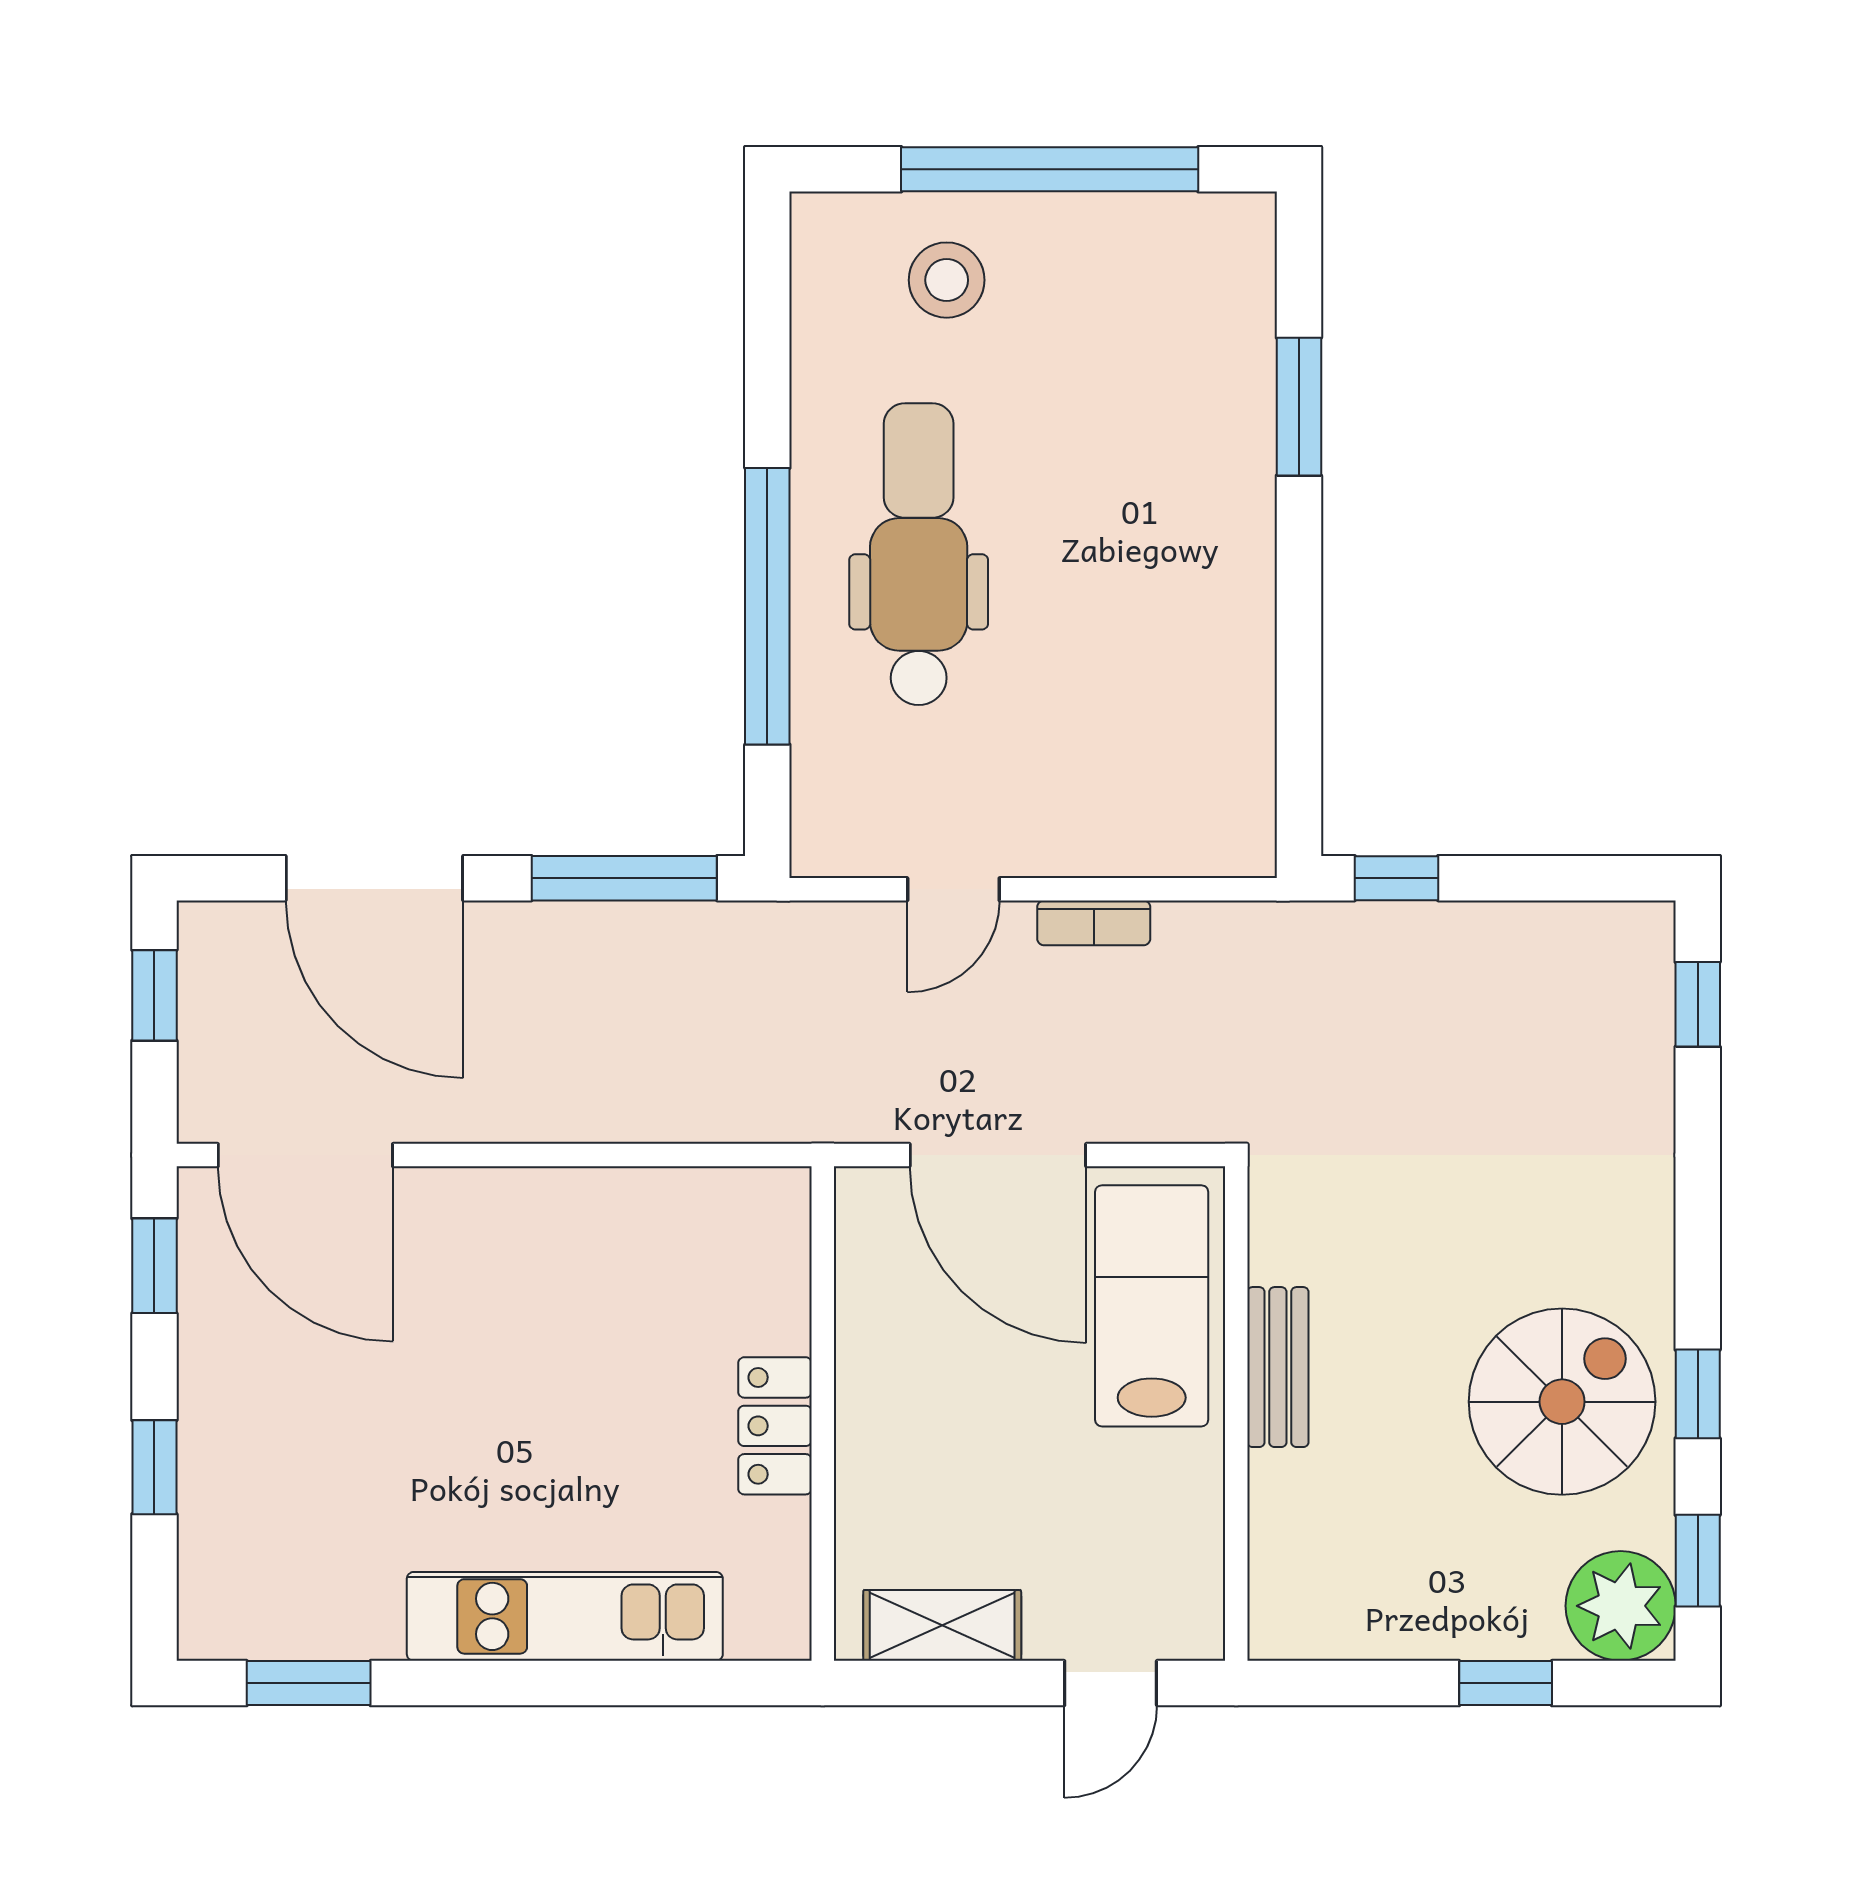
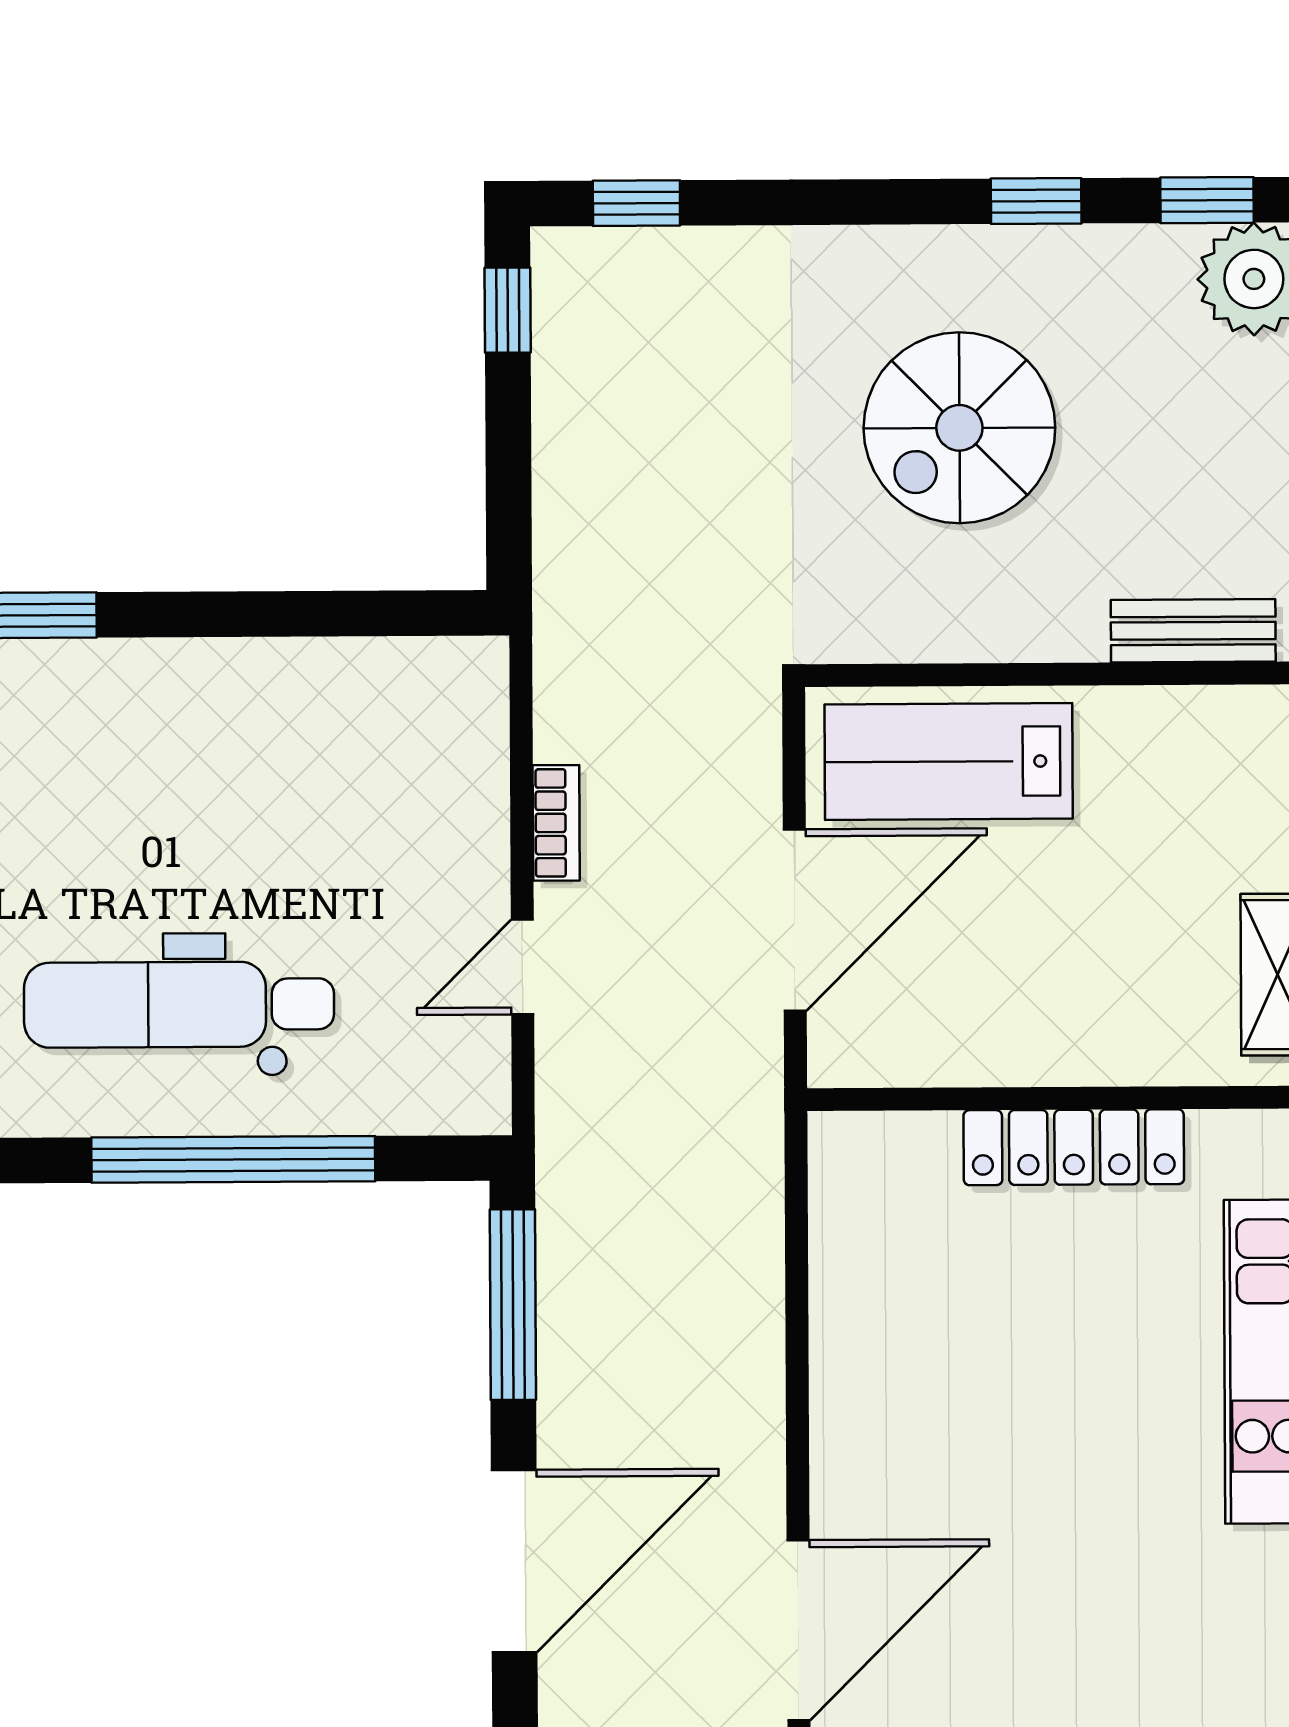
window: (1396, 878) -> (508, 310), moved
door: (953, 889) -> (522, 967), swing flipped
bench: (1278, 1367) -> (1193, 631), moved
spiral stairs: (1562, 1402) -> (959, 428), moved, turned -90
locker: (775, 1426) -> (1074, 1147), width x1.53

